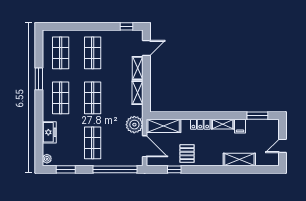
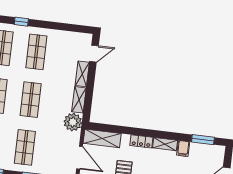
window: (126, 26) -> (21, 22), moved
plant: (134, 125) -> (73, 122), moved

